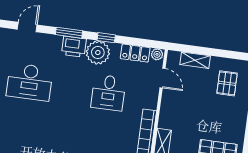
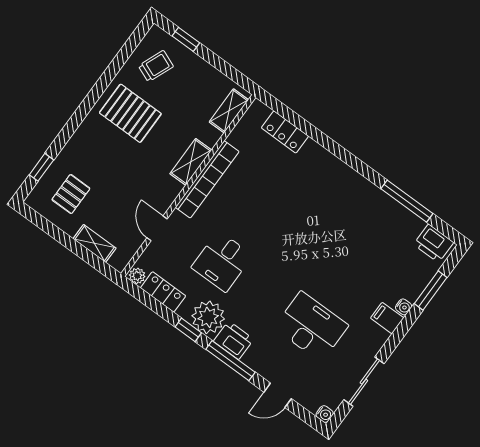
window: (69, 33) -> (230, 361), width x1.44
door: (163, 78) -> (157, 228), moved
desk: (108, 93) -> (222, 261), turned 180

